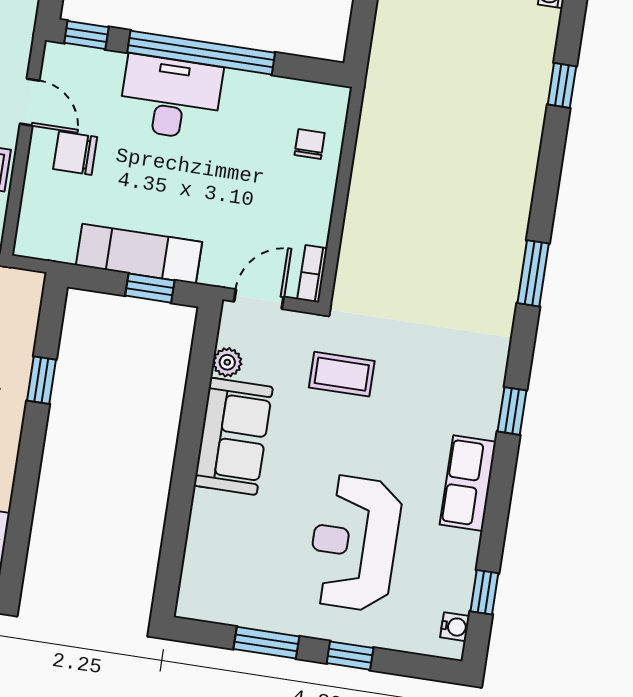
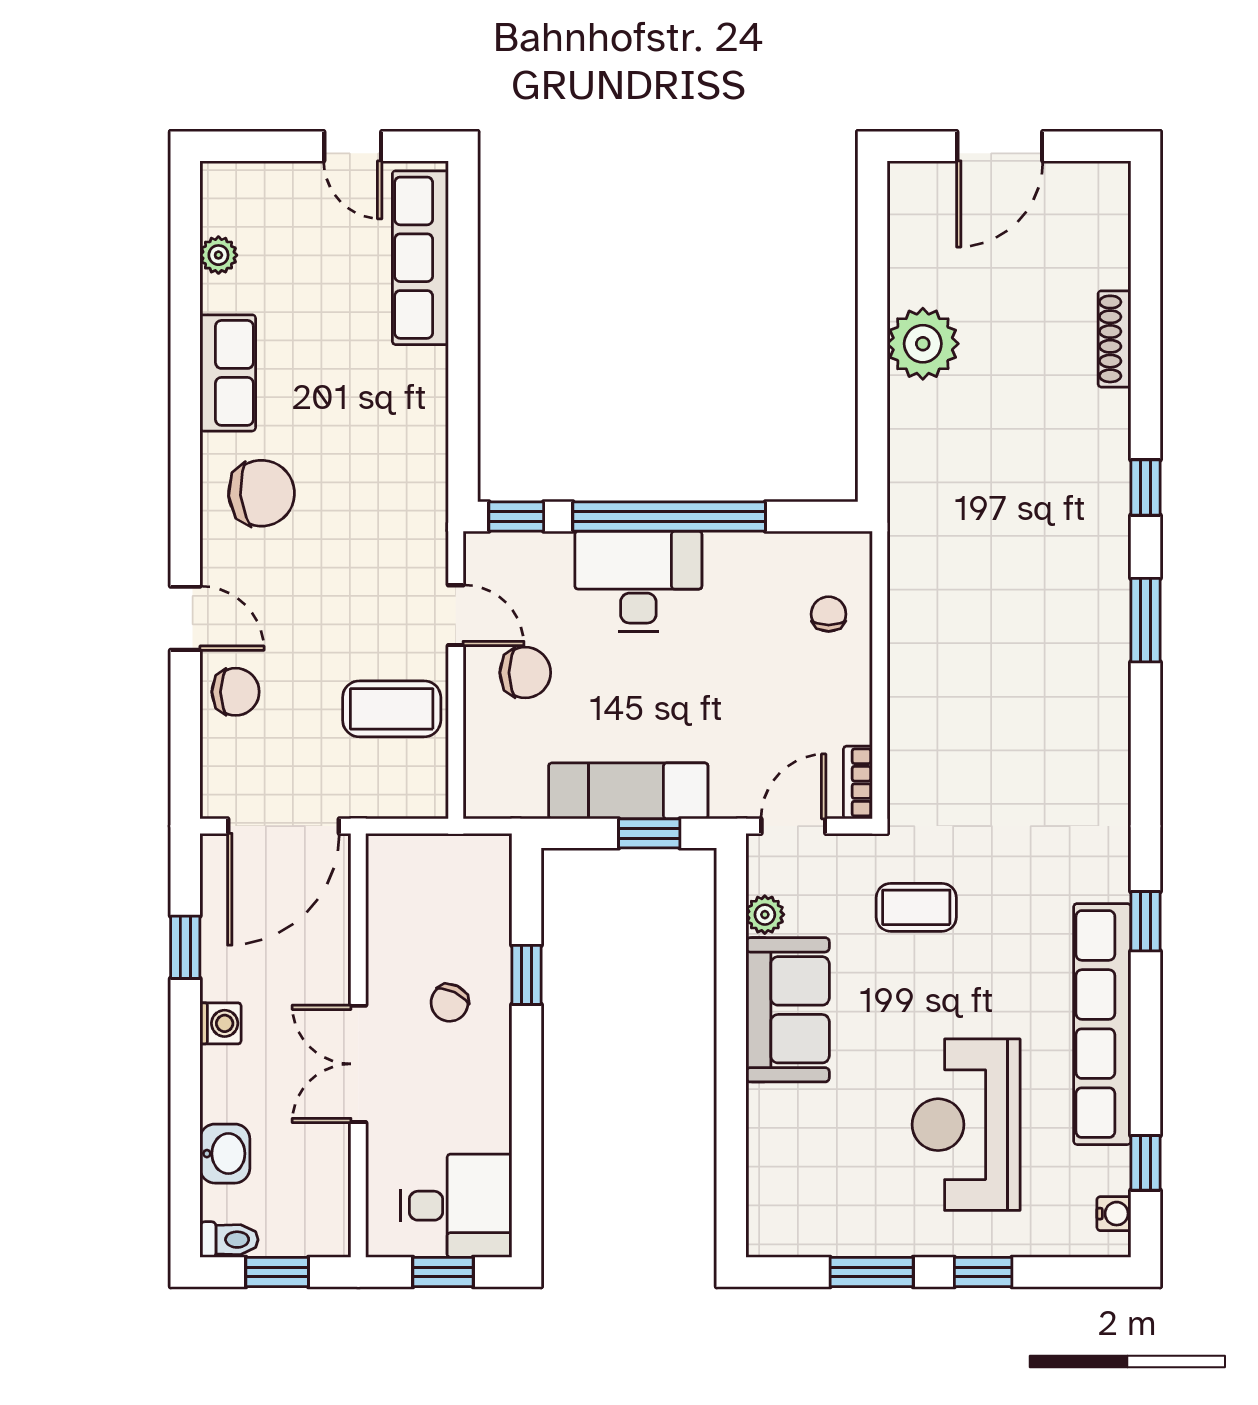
chair: (75, 153) -> (525, 673), turned 180
window: (533, 273) -> (1145, 620), moved
row of seats: (468, 483) -> (1102, 1024), width x2.02

